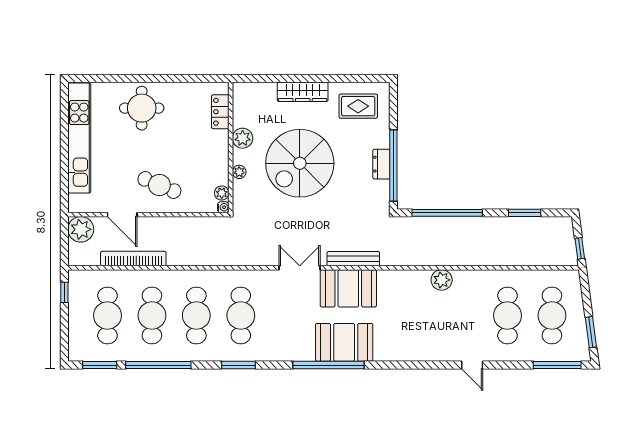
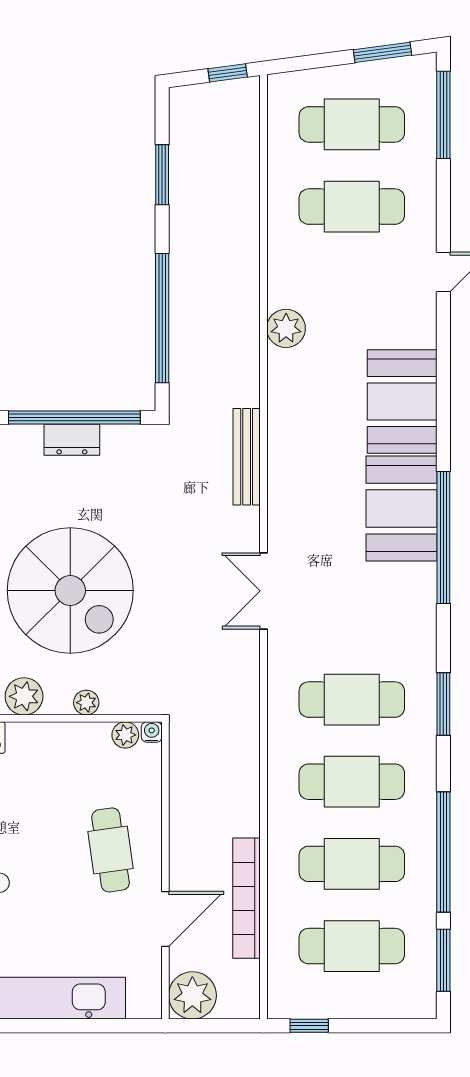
cafe table: (159, 185) -> (111, 850), turned -31
bench: (353, 259) -> (247, 457), moved
booth: (348, 288) -> (402, 402), moved

